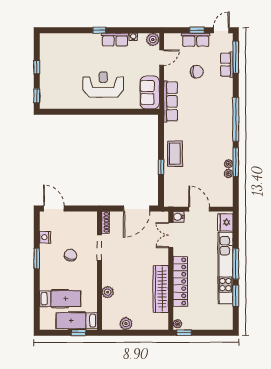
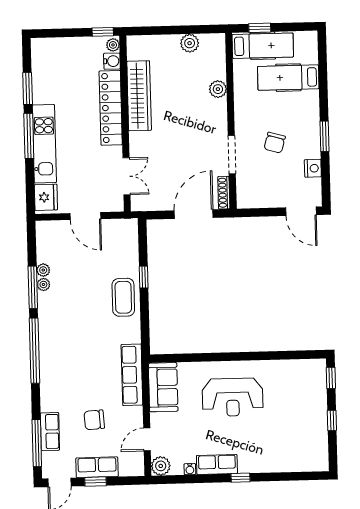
door: (137, 208) -> (194, 214), moved
water cooler: (179, 217) -> (112, 61), moved
kitchen unit: (225, 268) -> (44, 144), width x0.73

